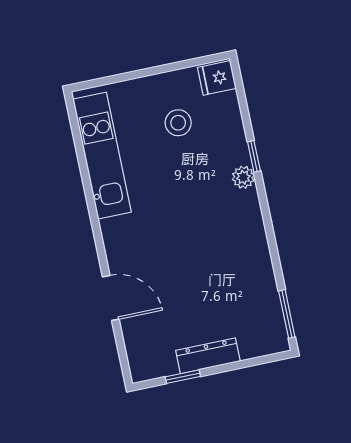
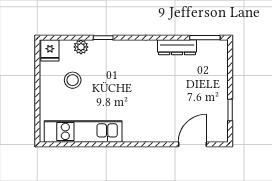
plant: (243, 177) -> (81, 47), moved
door: (111, 298) -> (192, 144), moved
dresser: (208, 356) -> (177, 47), moved, turned -90

